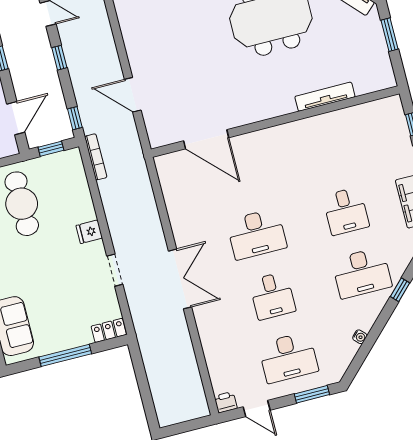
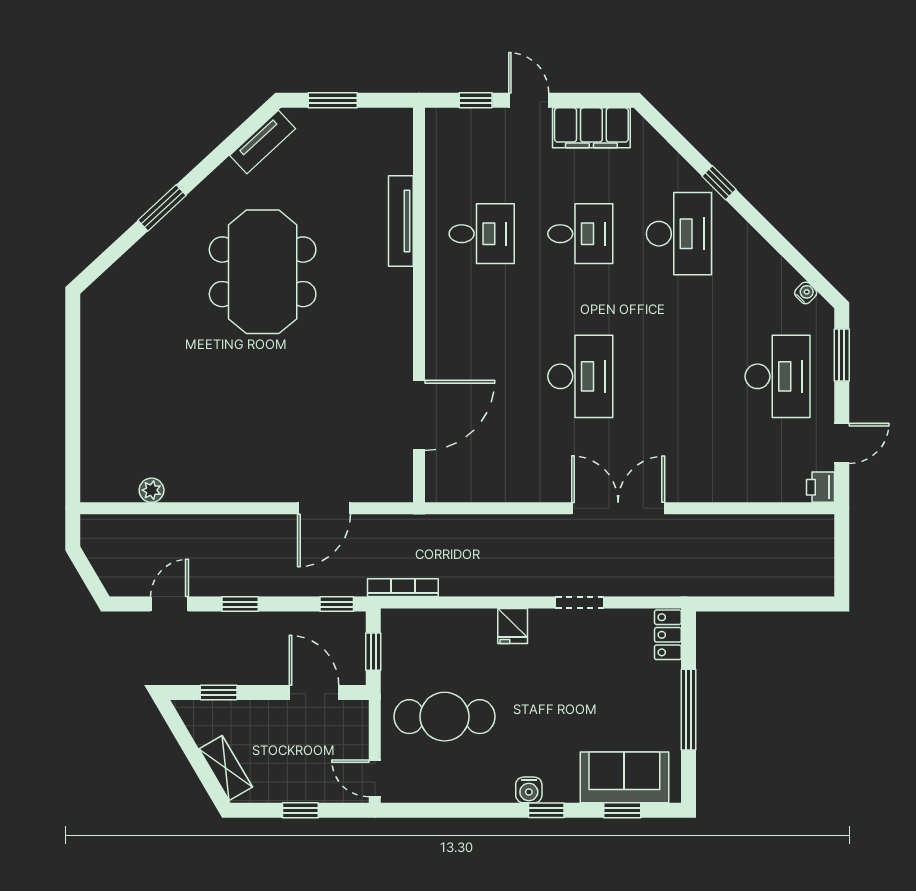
desk: (272, 296) -> (482, 234), moved
water cooler: (360, 337) -> (806, 293), moved

